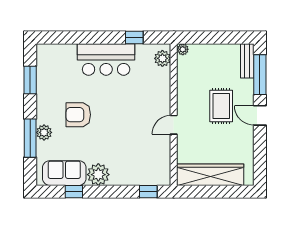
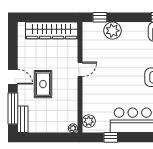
plant: (98, 175) -> (113, 31), moved

